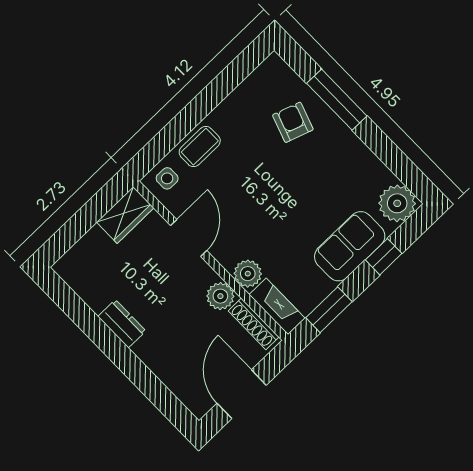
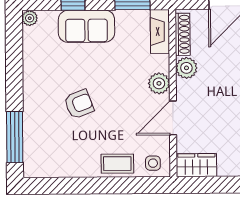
window: (337, 100) -> (15, 137), moved
armchair: (293, 122) -> (79, 104), moved, turned -130
plant: (397, 203) -> (30, 18), width x0.53, depth x0.53
plant: (248, 274) -> (159, 83), moved

